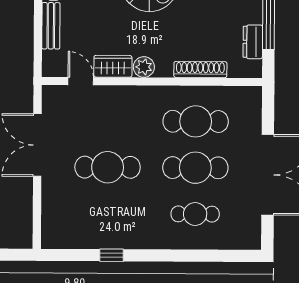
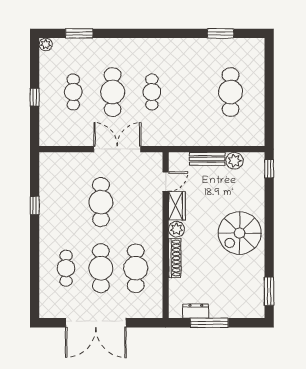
shoe rack: (200, 70) -> (175, 258), moved

